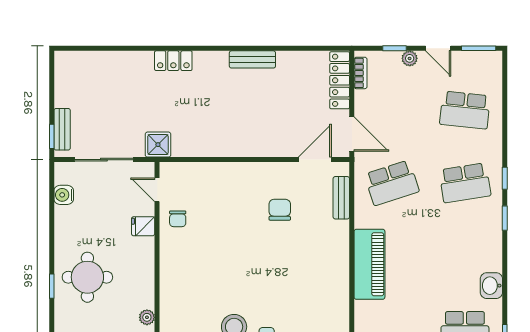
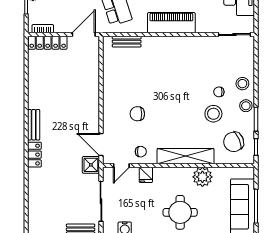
bench: (252, 59) -> (34, 125), moved
door: (315, 160) -> (101, 145), moved
chair: (280, 210) -> (137, 114), moved
shelving: (171, 285) -> (186, 156), added
plant: (147, 317) -> (202, 177), width x1.88, depth x1.88

